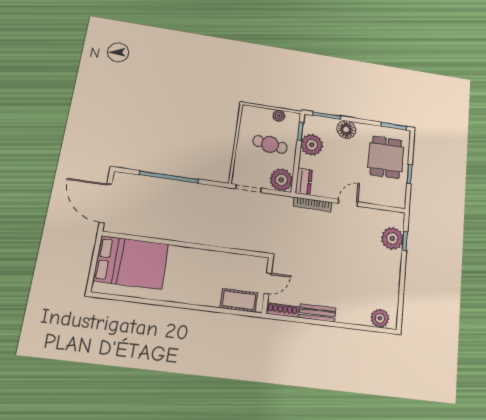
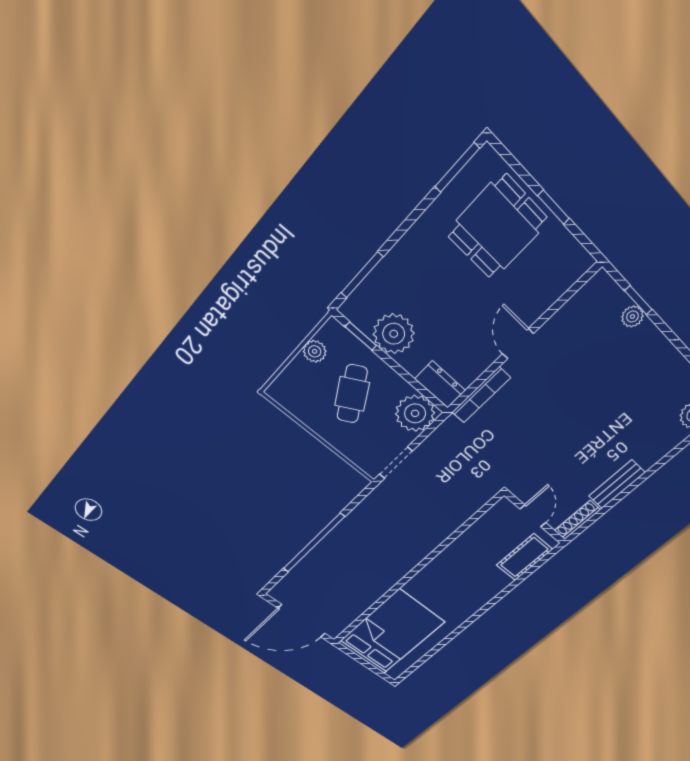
floor lamp: (346, 129) -> (406, 259), removed
cafe table: (270, 144) -> (352, 394), turned -38
dining table: (386, 157) -> (498, 227), turned 90
plant: (392, 238) -> (632, 316), width x0.53, depth x0.53

